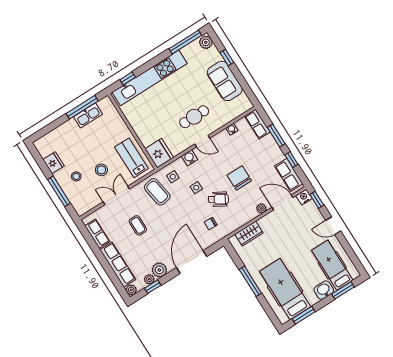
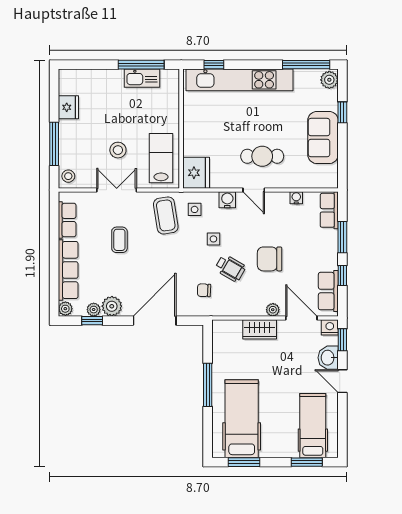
stool: (76, 176) -> (68, 176), moved
chair: (239, 178) -> (270, 259), turned -90
wardrobe: (249, 234) -> (260, 329), moved
washbasin: (324, 290) -> (328, 358), moved, turned -90

